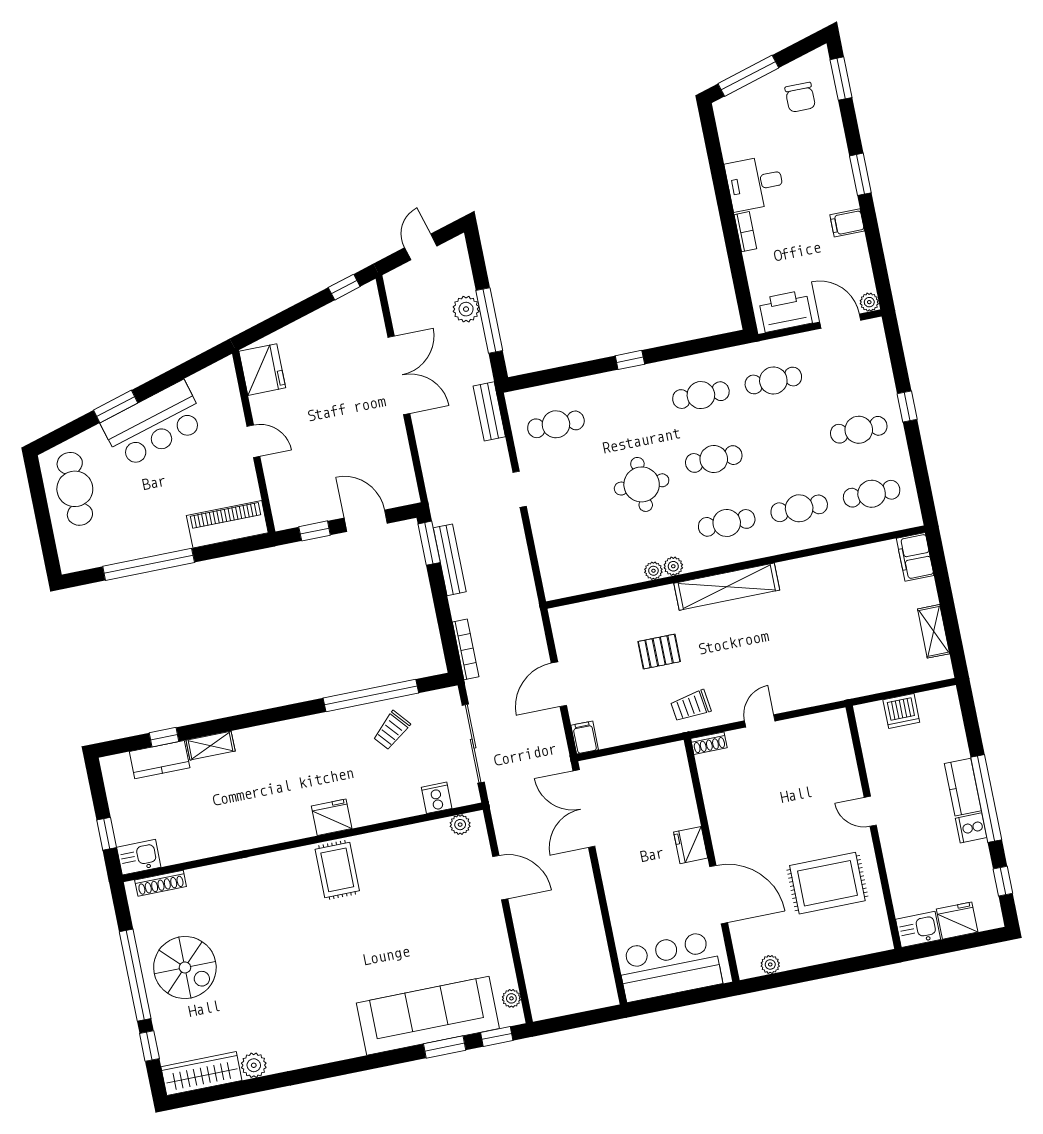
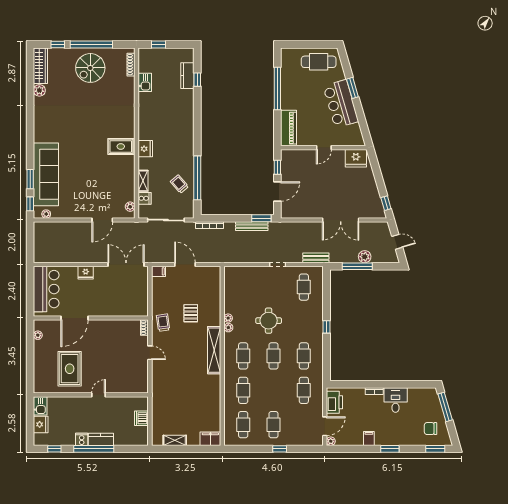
shelving: (211, 746) -> (143, 181), moved
fridge: (691, 845) -> (86, 273), moved, turned 180
kitchen sink: (139, 857) -> (145, 82), moved

